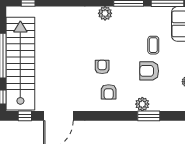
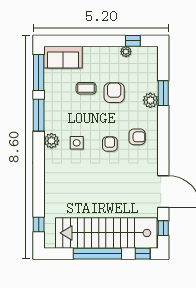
side table: (103, 36) -> (77, 143), added
armchair: (102, 67) -> (110, 144), turned 90
armchair: (149, 71) -> (114, 93), turned 180

